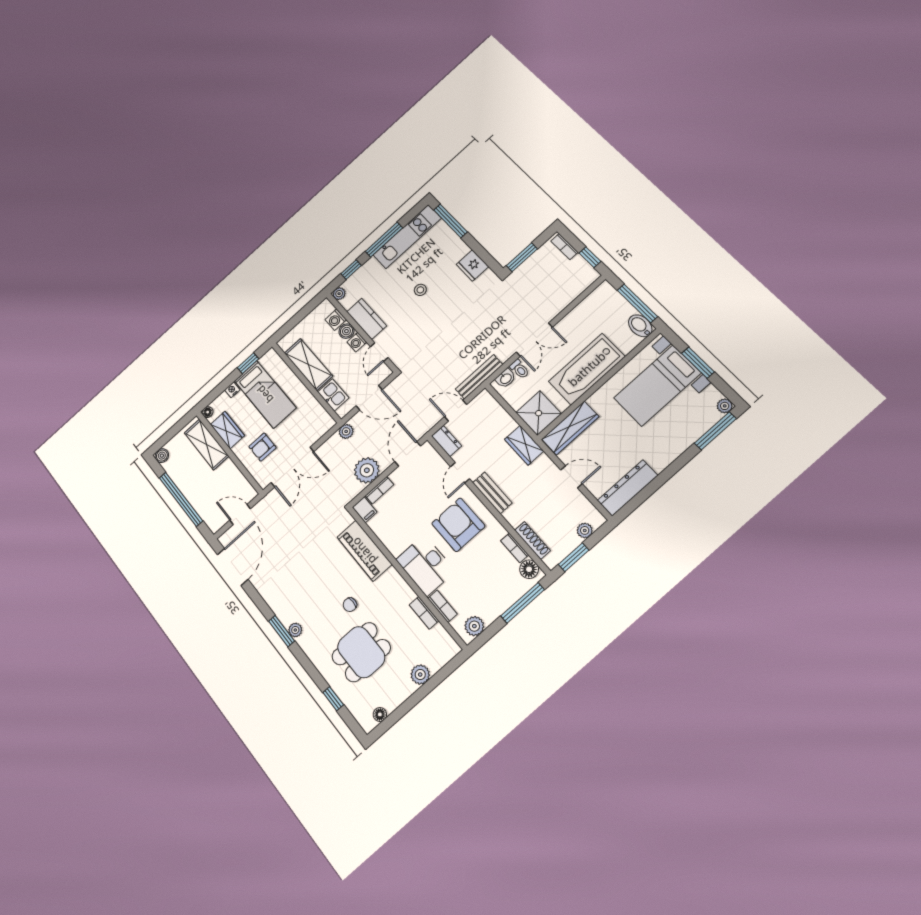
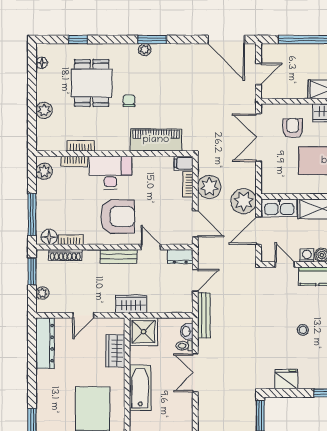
bathtub: (587, 369) -> (140, 388), width x0.73, depth x0.73
kitchen sink: (333, 395) -> (279, 208), width x1.38
wardrobe: (570, 428) -> (115, 351), width x0.67
plant: (346, 431) -> (244, 201), width x1.88, depth x1.88

